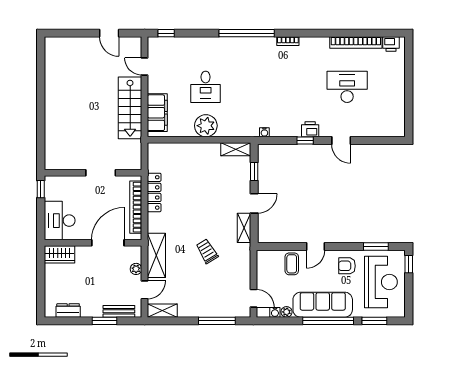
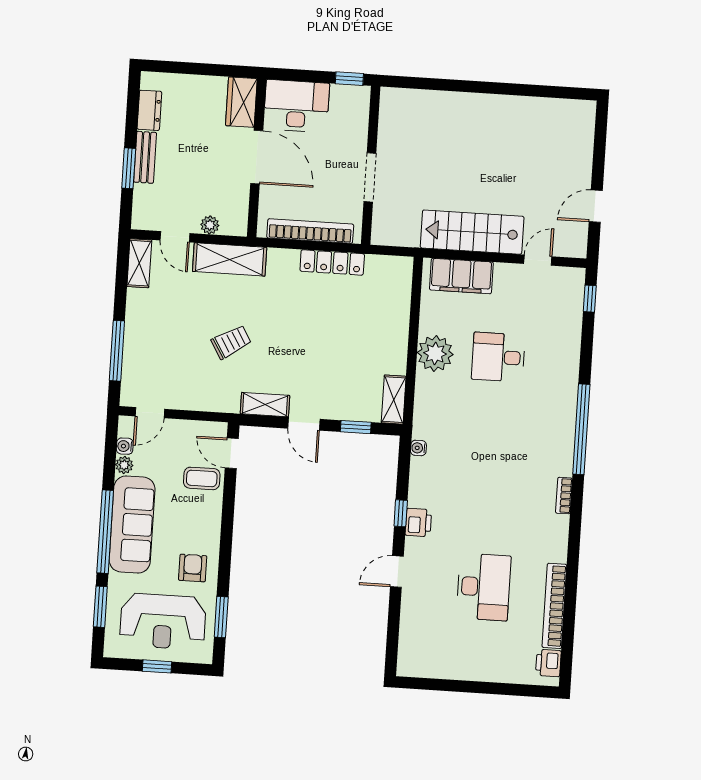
door: (108, 243) -> (257, 157), moved
door: (316, 246) -> (232, 453), moved
window: (409, 264) -> (157, 666), moved
bench: (119, 311) -> (145, 157), moved

